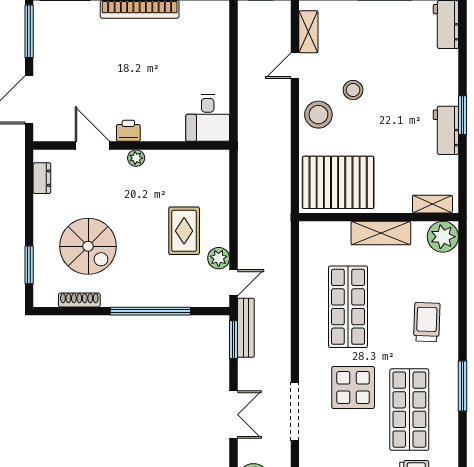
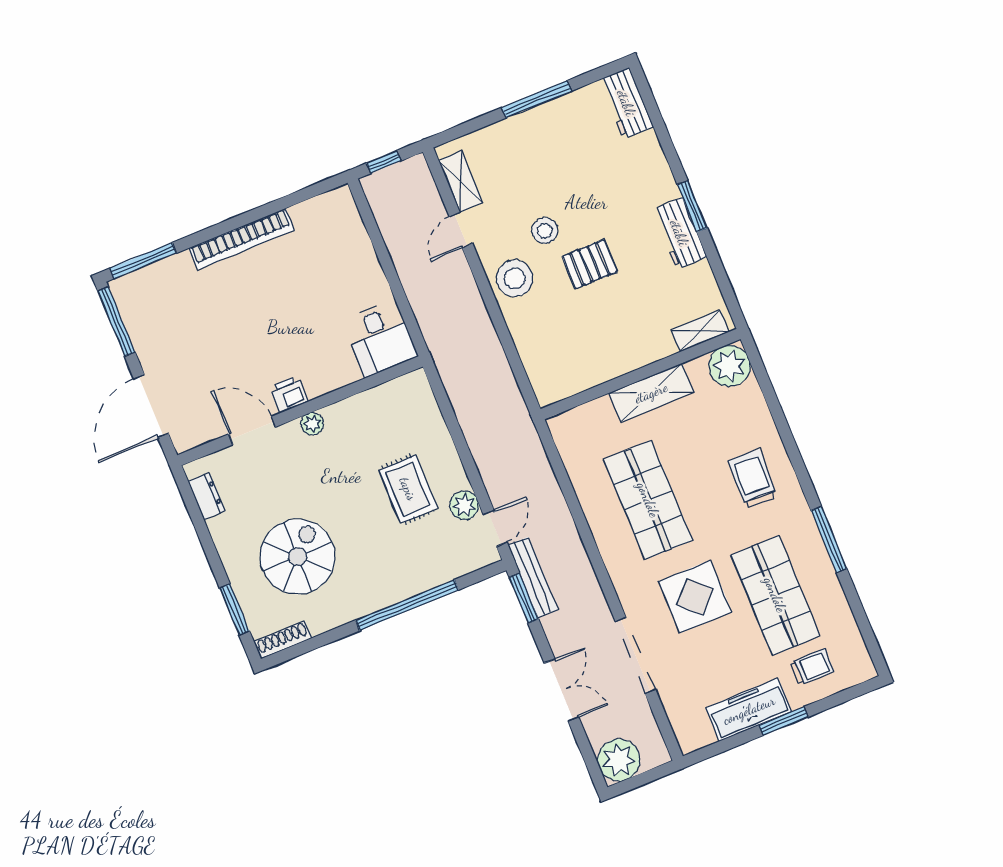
pallet: (338, 182) -> (590, 264), moved, width x0.49, depth x0.50
spiral stairs: (88, 246) -> (298, 557), turned -90
shoe rack: (79, 300) -> (283, 640), moved

